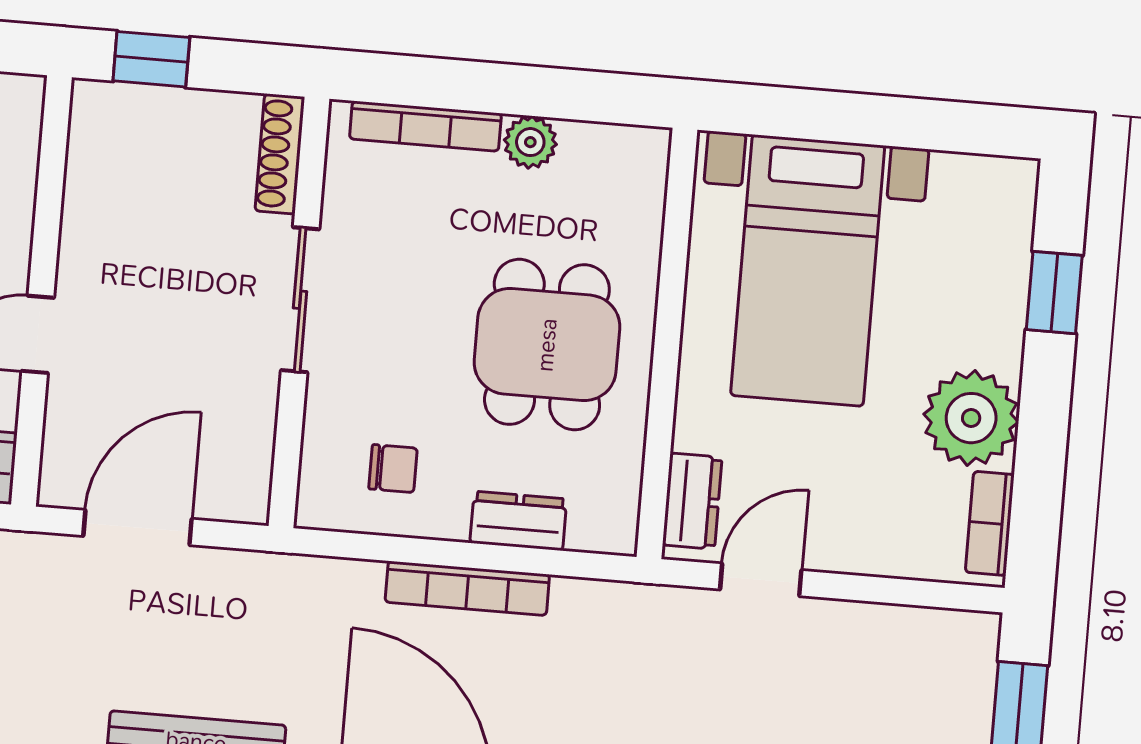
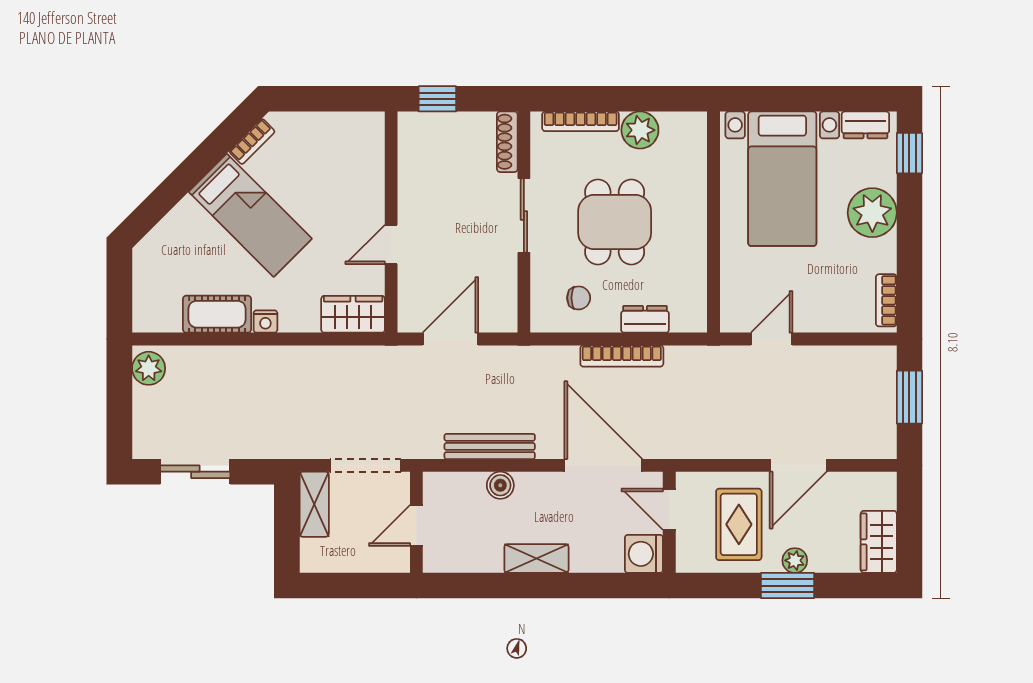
plant: (530, 142) -> (640, 130), width x1.38, depth x1.38
window: (1054, 293) -> (909, 153), moved
dining table: (547, 345) -> (615, 222), moved
plant: (971, 418) -> (872, 213), moved
dresser: (692, 501) -> (865, 125), moved, turned 90

